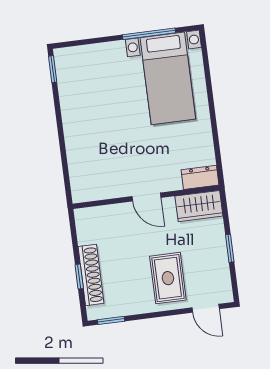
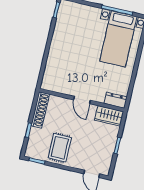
shoe rack: (91, 275) -> (40, 110), moved
rug: (168, 278) -> (60, 148), moved

